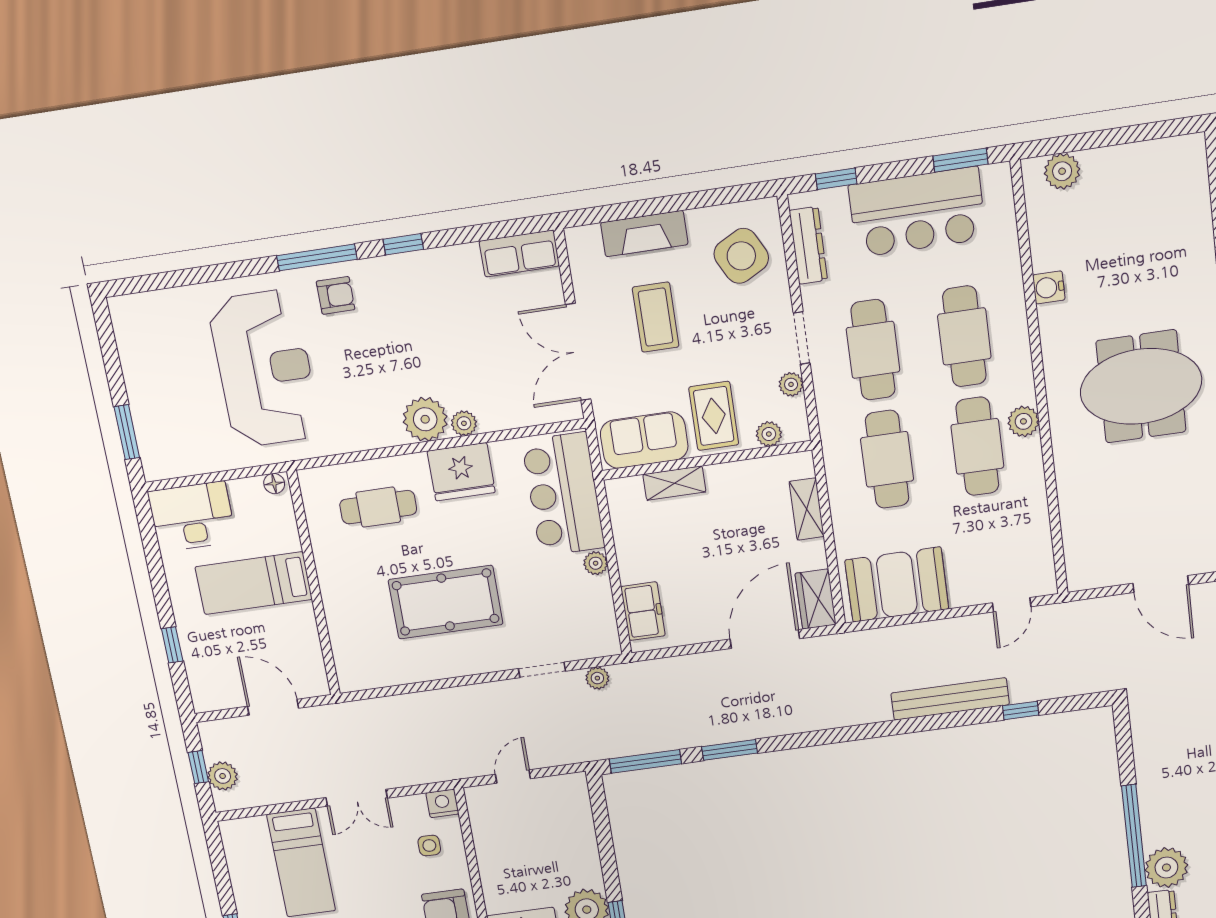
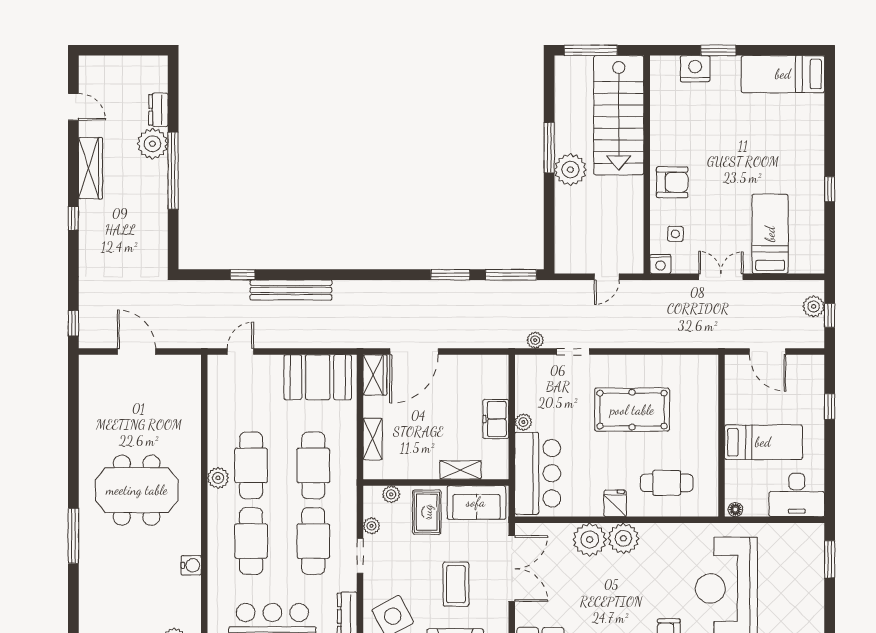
plant: (464, 423) -> (590, 540), width x1.88, depth x1.88
fridge: (461, 472) -> (615, 503), width x0.53, depth x0.75
freezer: (643, 611) -> (496, 419), moved

